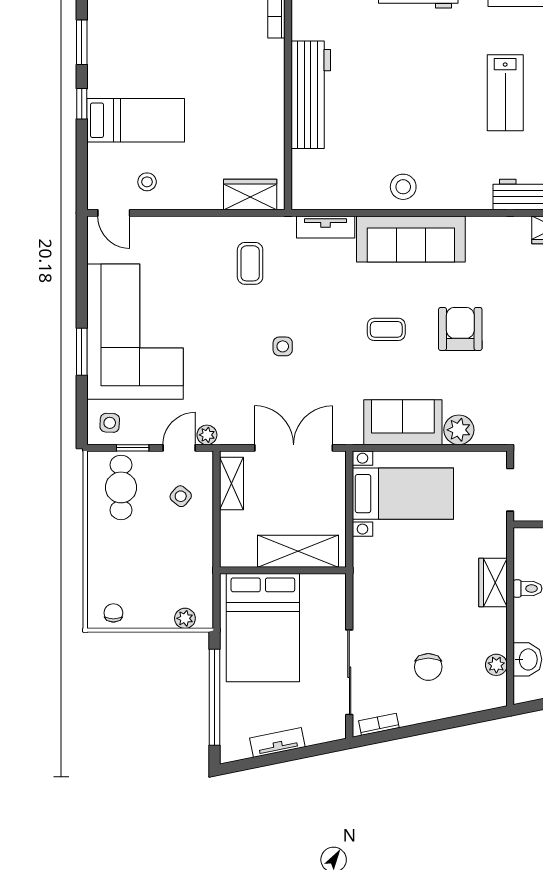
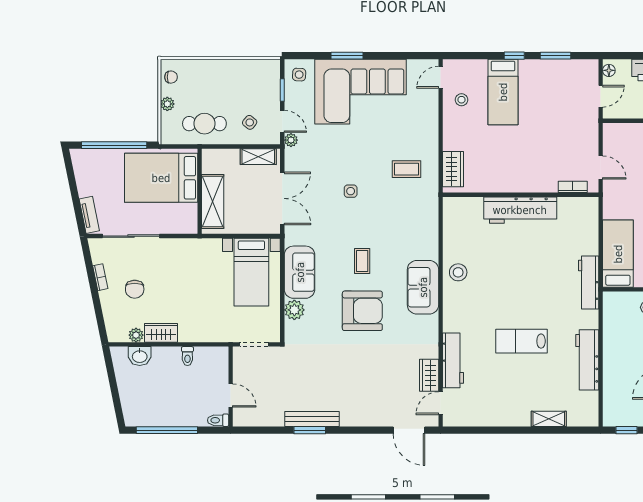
tv unit: (326, 227) -> (431, 220), removed
sofa: (411, 239) -> (423, 287), width x0.73
armchair: (460, 329) -> (362, 311), width x1.36, depth x1.36
cafe table: (121, 487) -> (204, 124), moved
wardrobe: (493, 583) -> (161, 333), moved
plant: (185, 618) -> (167, 104), moved
chair: (428, 667) -> (135, 289), turned -90
bookcase: (379, 724) -> (100, 277), moved
tv unit: (277, 742) -> (89, 215), moved

